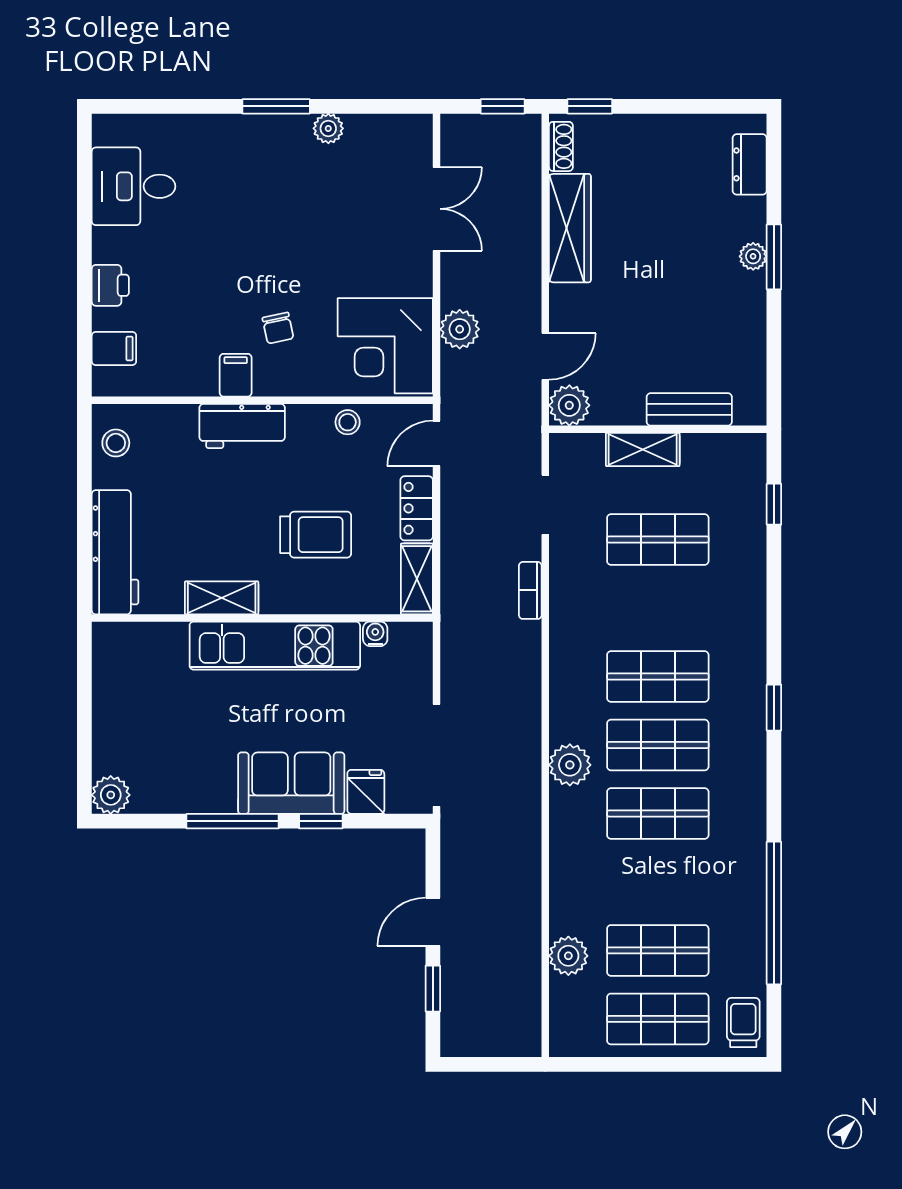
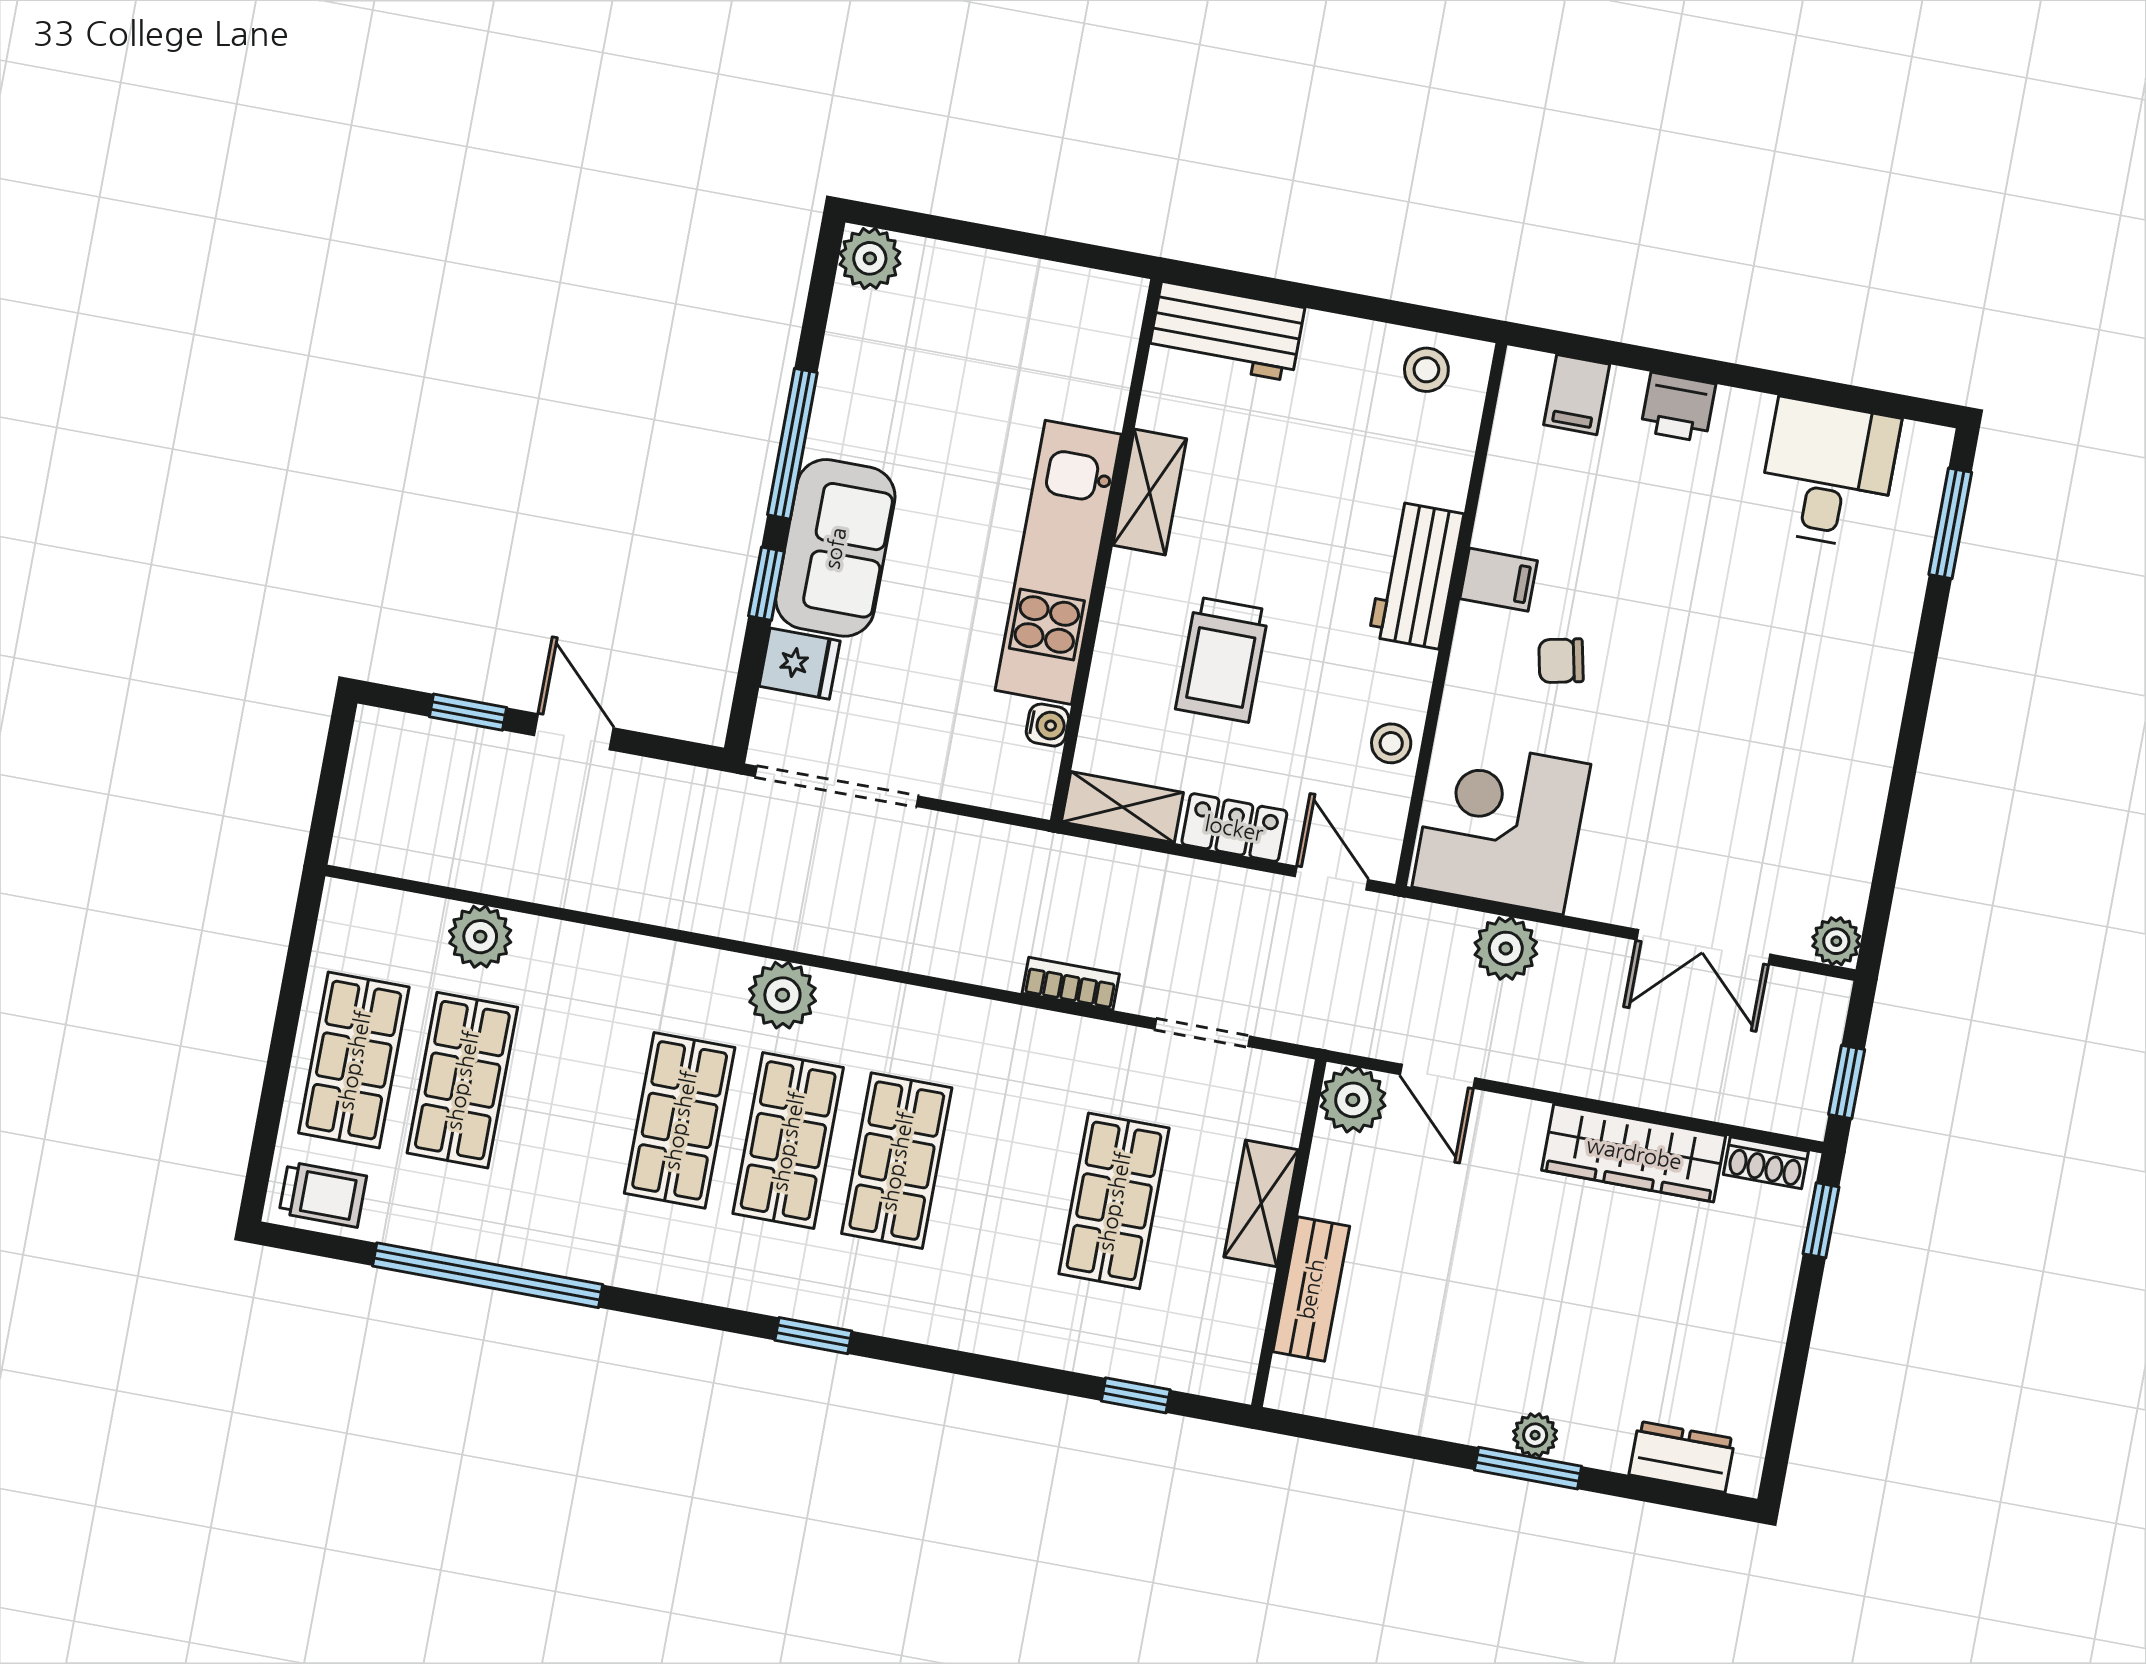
window: (276, 106) -> (1950, 523), moved
plant: (328, 128) -> (1836, 941), moved
workbench: (115, 552) -> (1226, 331), width x0.73

